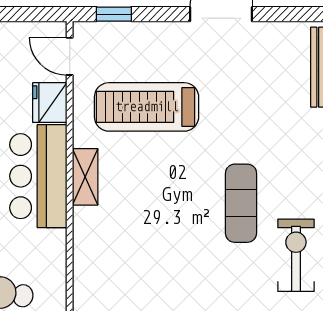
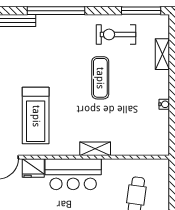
shelving: (85, 177) -> (95, 149), moved
exercise mat: (241, 203) -> (100, 78), moved, turned 90

